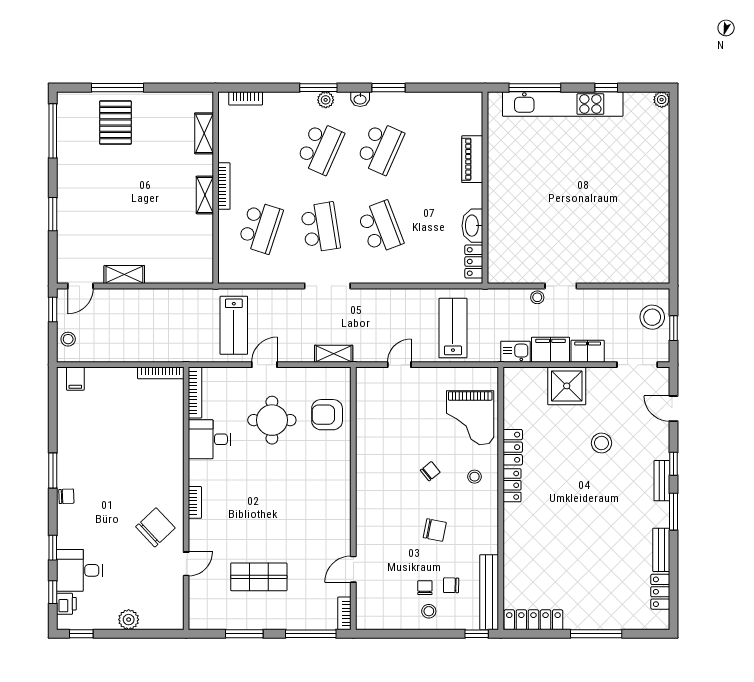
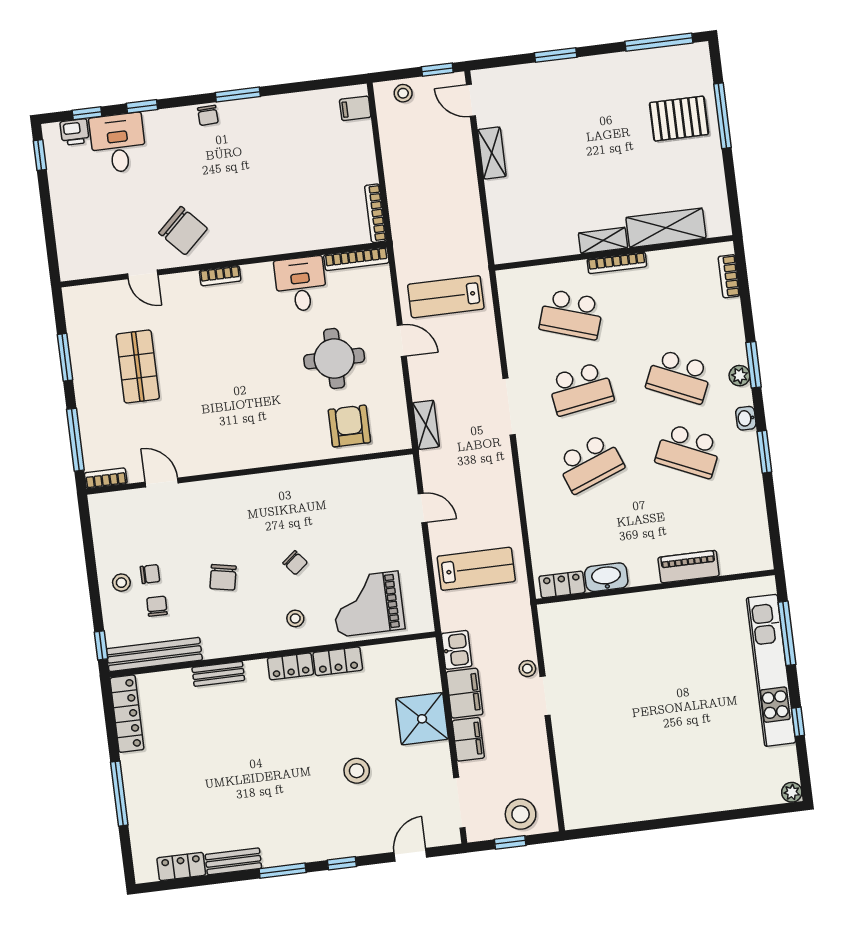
shelving: (204, 133) -> (666, 228), width x1.50, depth x1.33
bench: (662, 481) -> (218, 674), moved
plant: (129, 620) -> (65, 212), removed

